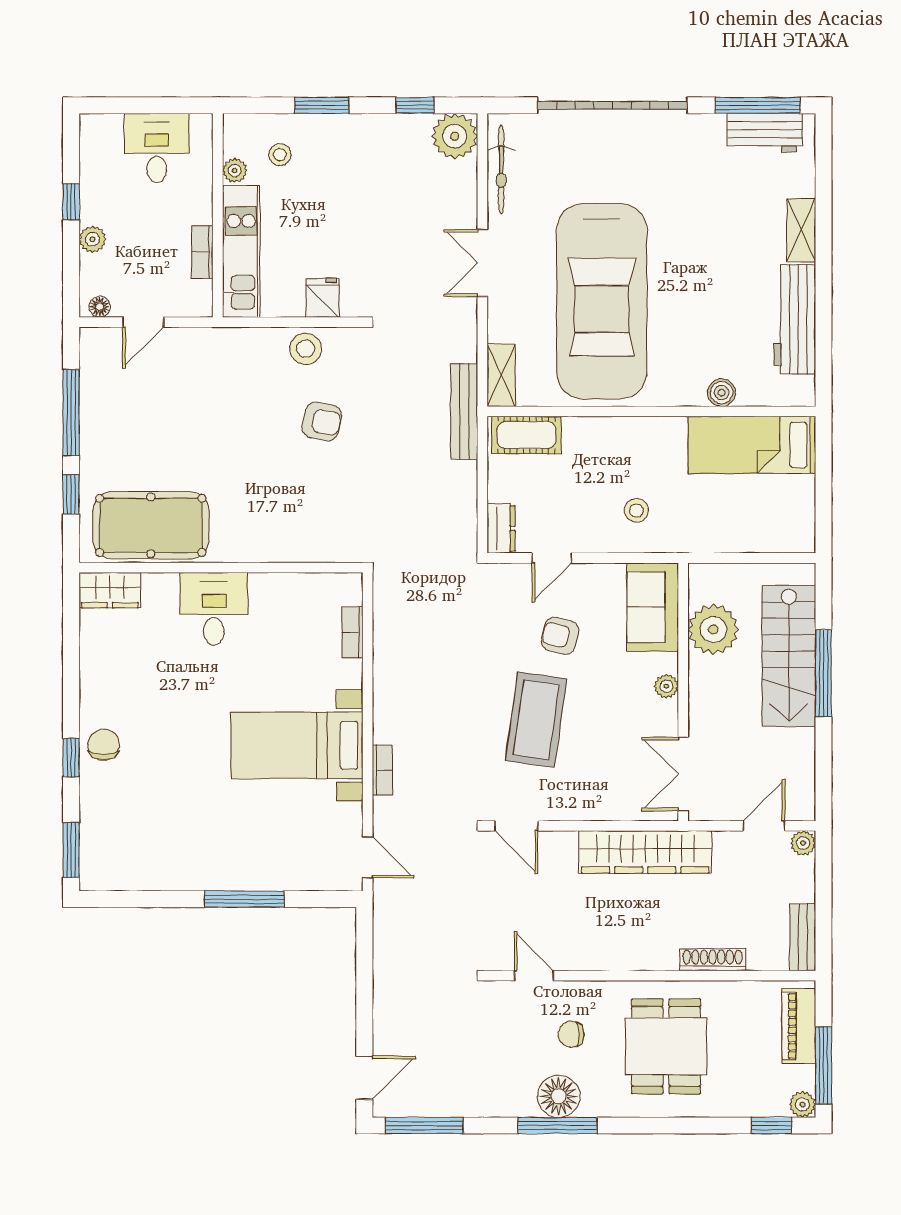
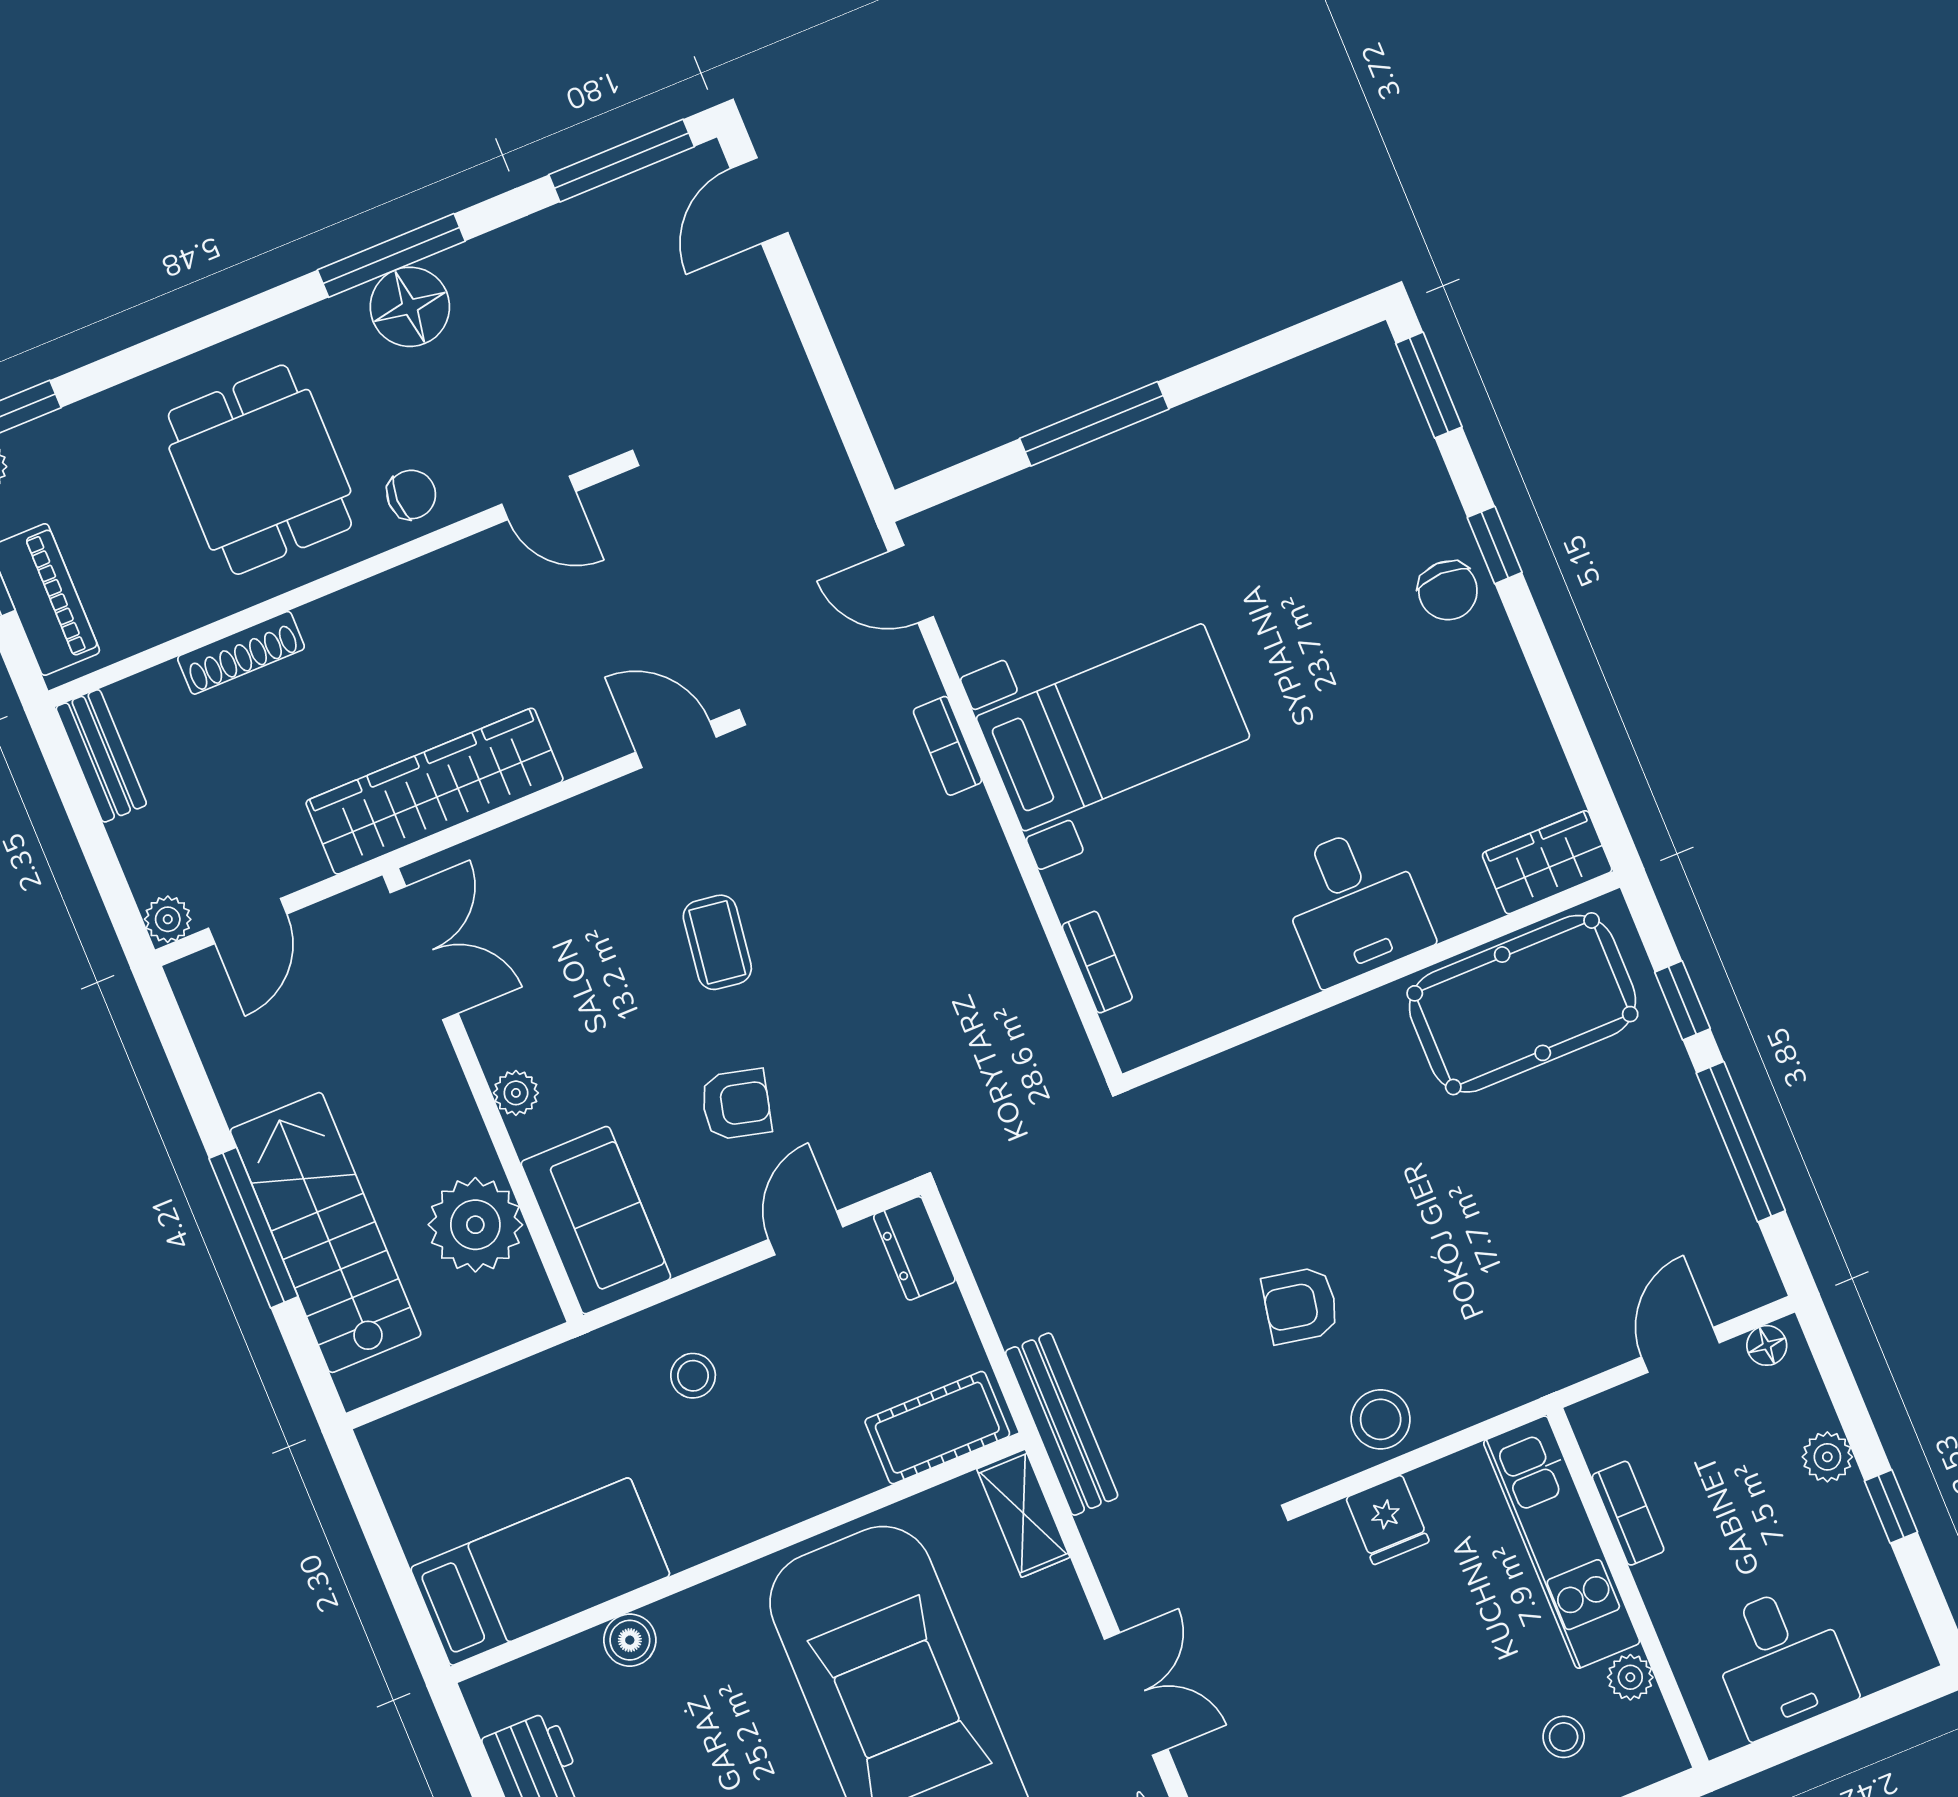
coffee table: (536, 720) -> (717, 942), width x0.54, depth x0.58
chair: (571, 1034) -> (411, 495), moved

